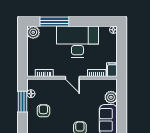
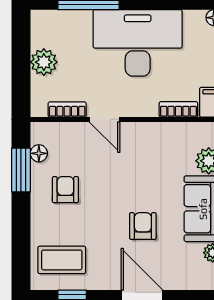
plant: (33, 32) -> (44, 62), moved
door: (72, 78) -> (104, 119), moved

